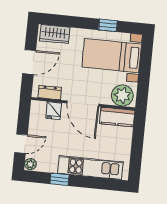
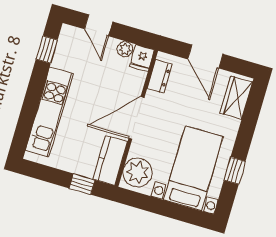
fridge: (54, 111) -> (142, 58), moved, turned -90
window: (138, 134) -> (82, 184), added
plant: (30, 164) -> (125, 49), moved
window: (60, 179) -> (47, 50), moved

